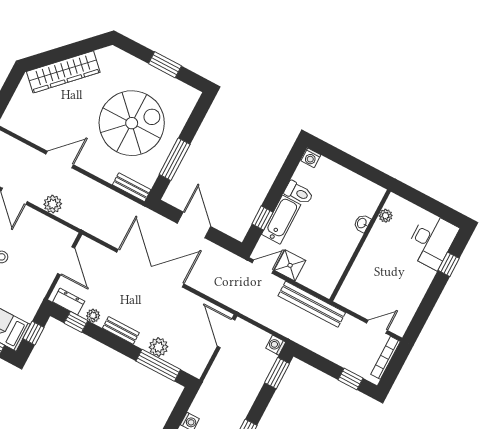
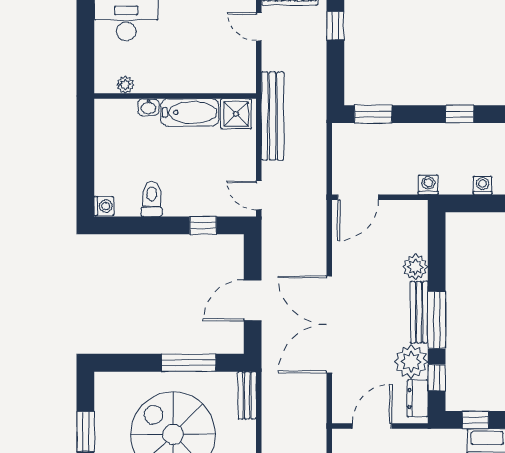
bathtub: (281, 220) -> (190, 112), moved, turned 180
shower: (290, 265) -> (236, 114), moved
plant: (93, 316) -> (411, 362), width x1.87, depth x1.87
bench: (121, 330) -> (419, 312), width x1.36
washing machine: (276, 345) -> (428, 185), moved, turned 180
window: (158, 365) -> (437, 320), moved

